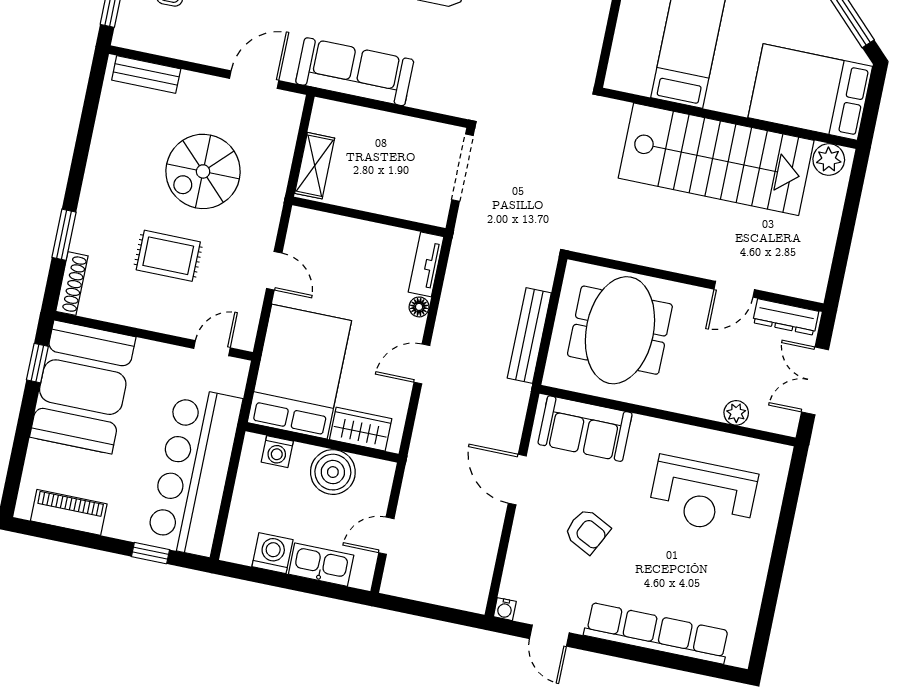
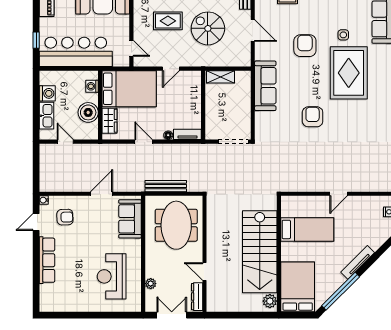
door: (254, 80) -> (253, 31), moved
rug: (168, 256) -> (168, 21), turned 90
meeting table: (620, 330) -> (176, 225), turned 90
armchair: (587, 531) -> (65, 217), moved, turned -119
row of seats: (657, 633) -> (47, 260), width x0.73

